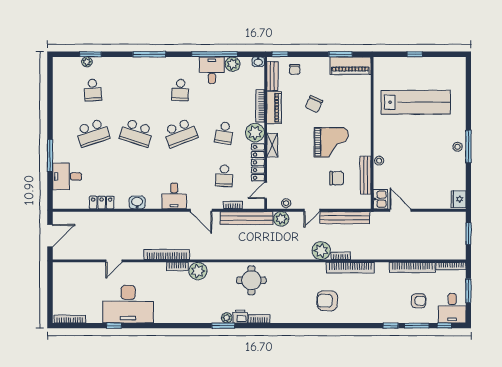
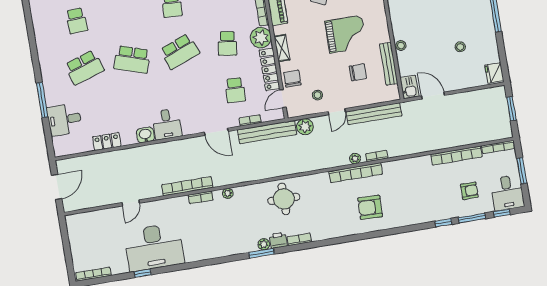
stool: (457, 147) -> (460, 47), moved
chair: (277, 174) -> (292, 79), added
desk: (174, 196) -> (167, 124), moved
stool: (286, 203) -> (318, 95), moved
plant: (321, 251) -> (355, 158), width x0.53, depth x0.53
bookcase: (350, 268) -> (356, 173), moved
plant: (198, 271) -> (228, 193), width x0.53, depth x0.53

